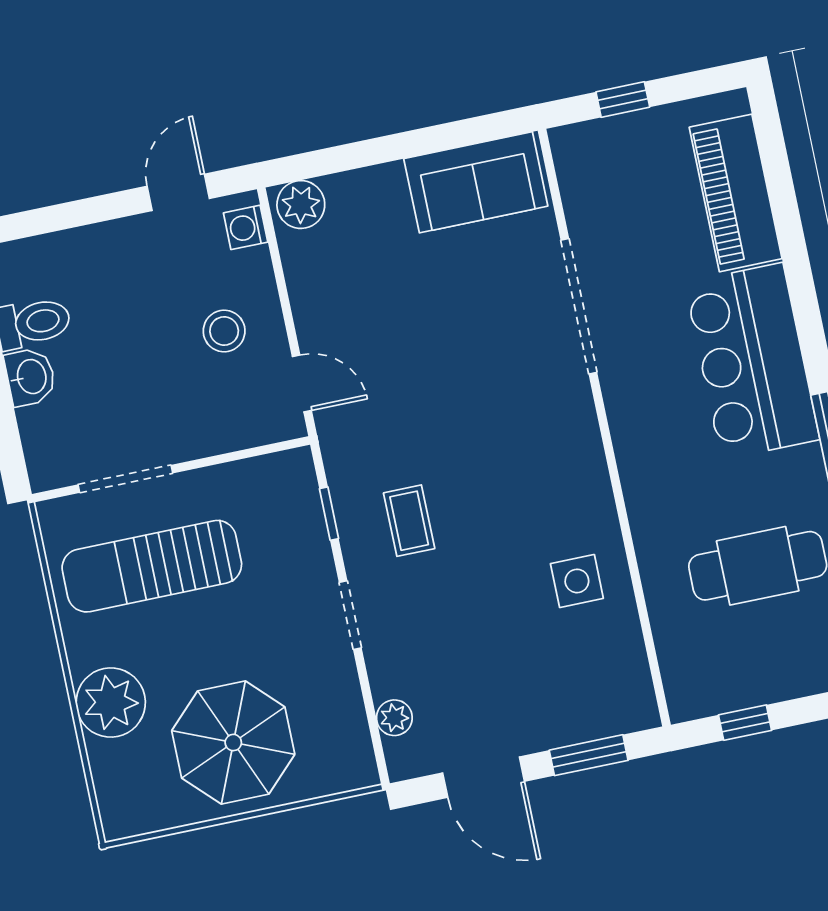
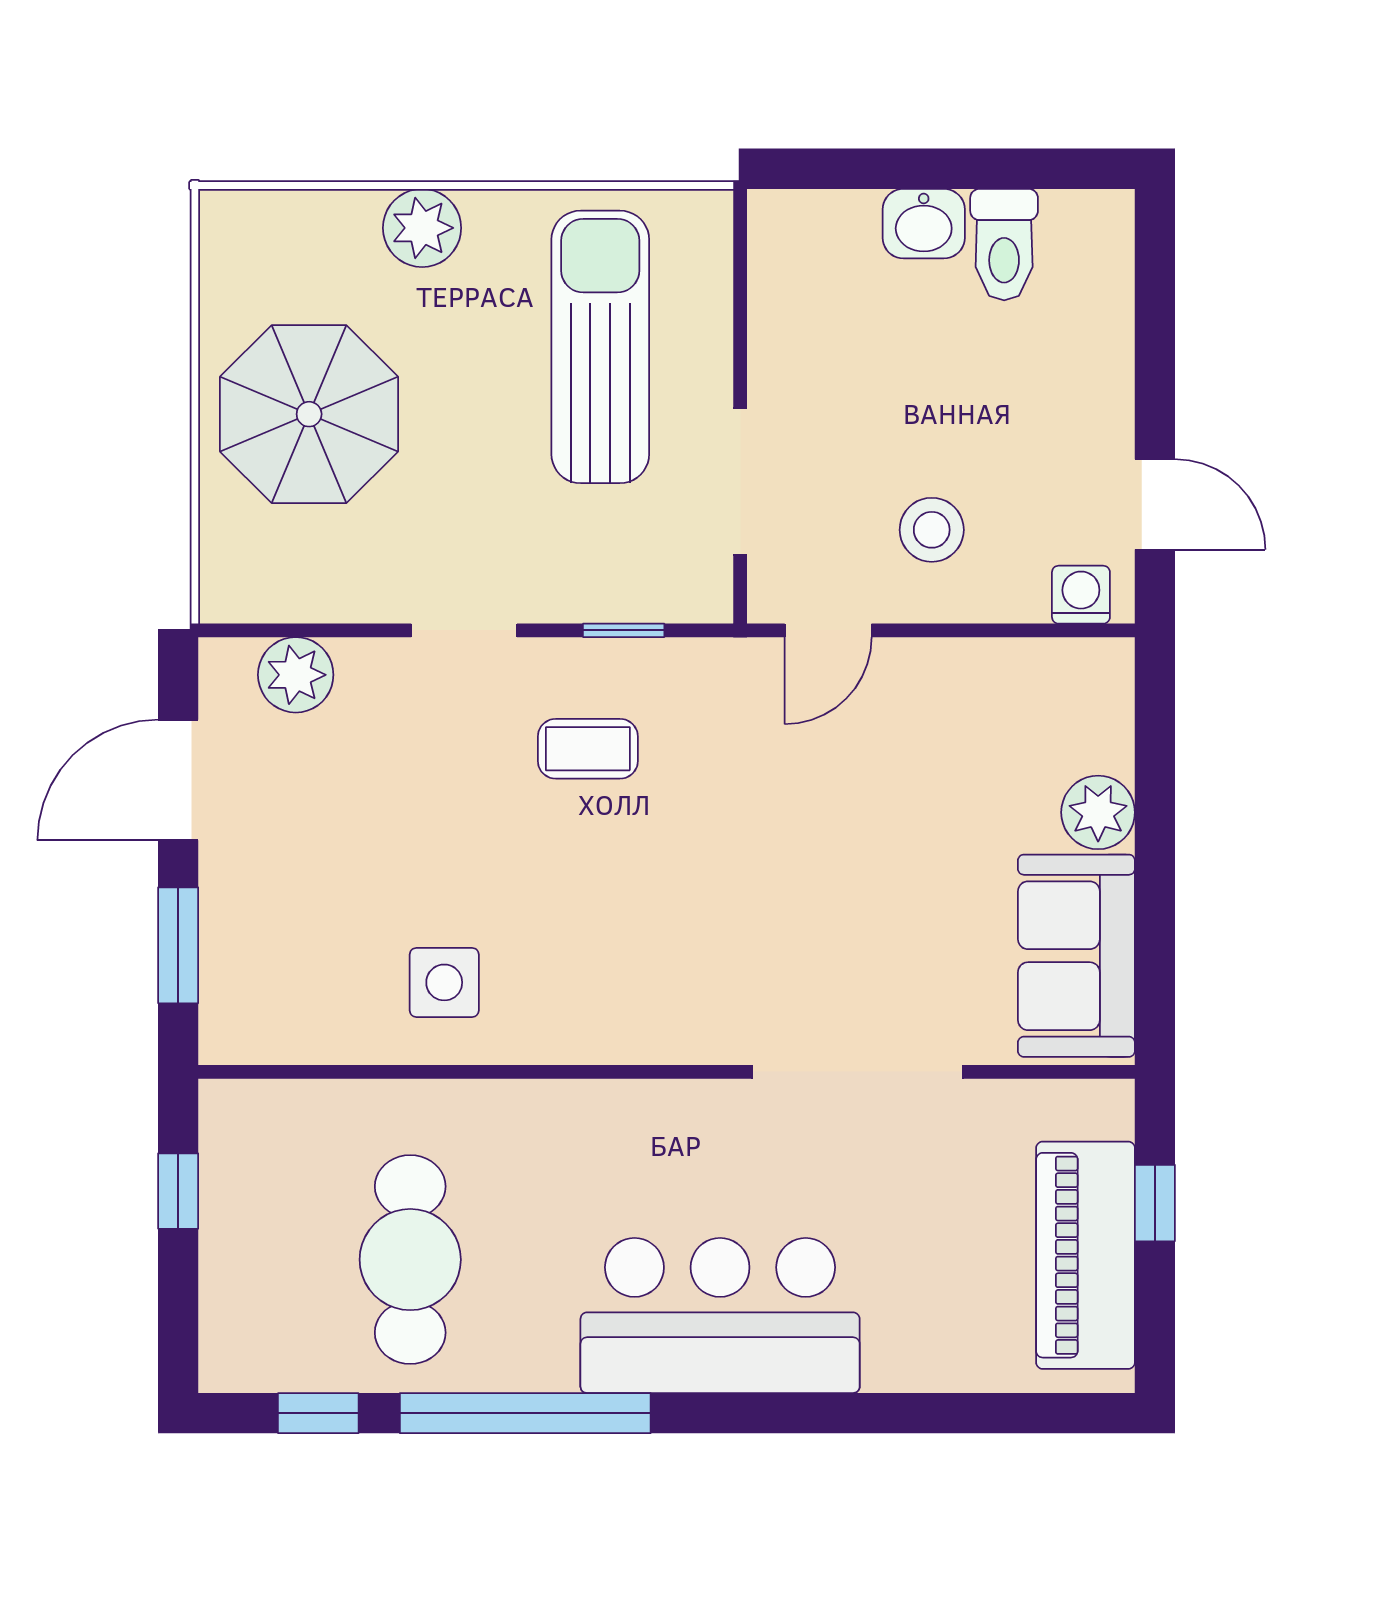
piano: (736, 193) -> (1085, 1255), moved, turned -90
plant: (301, 205) -> (1098, 812), moved
doorway: (125, 479) -> (740, 481), moved
plant: (111, 703) -> (422, 228), width x0.73, depth x0.73
plant: (394, 718) -> (296, 675), width x1.38, depth x1.38

